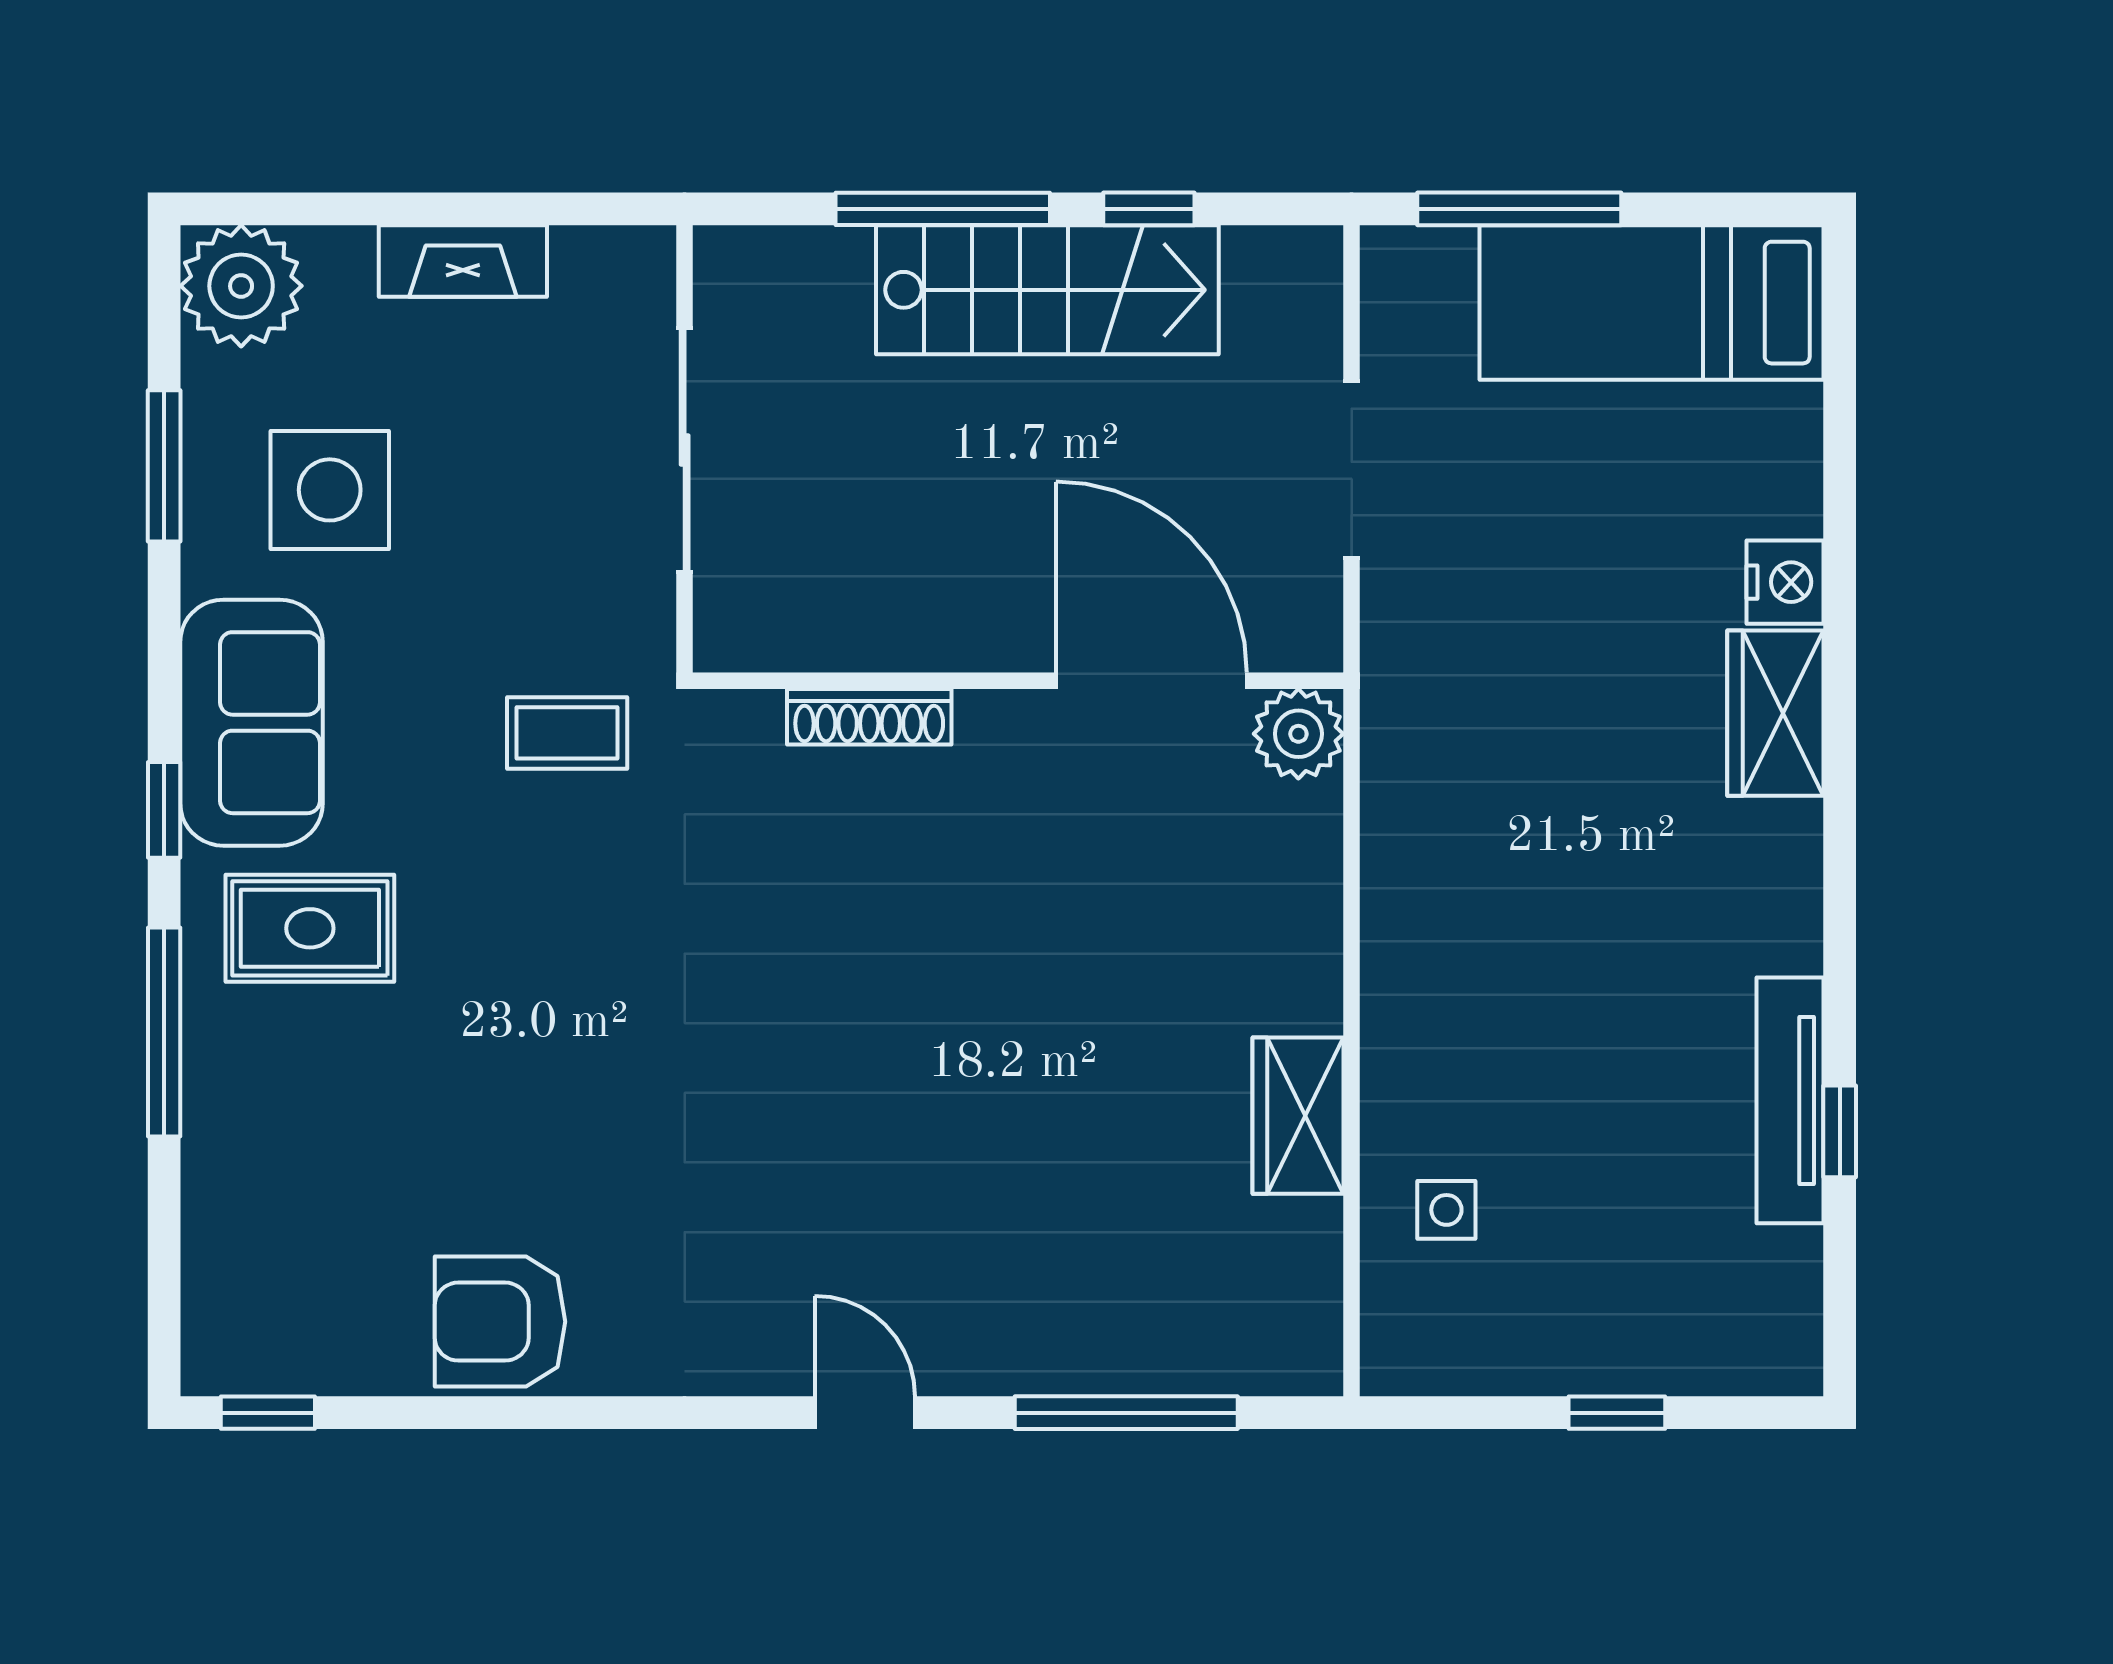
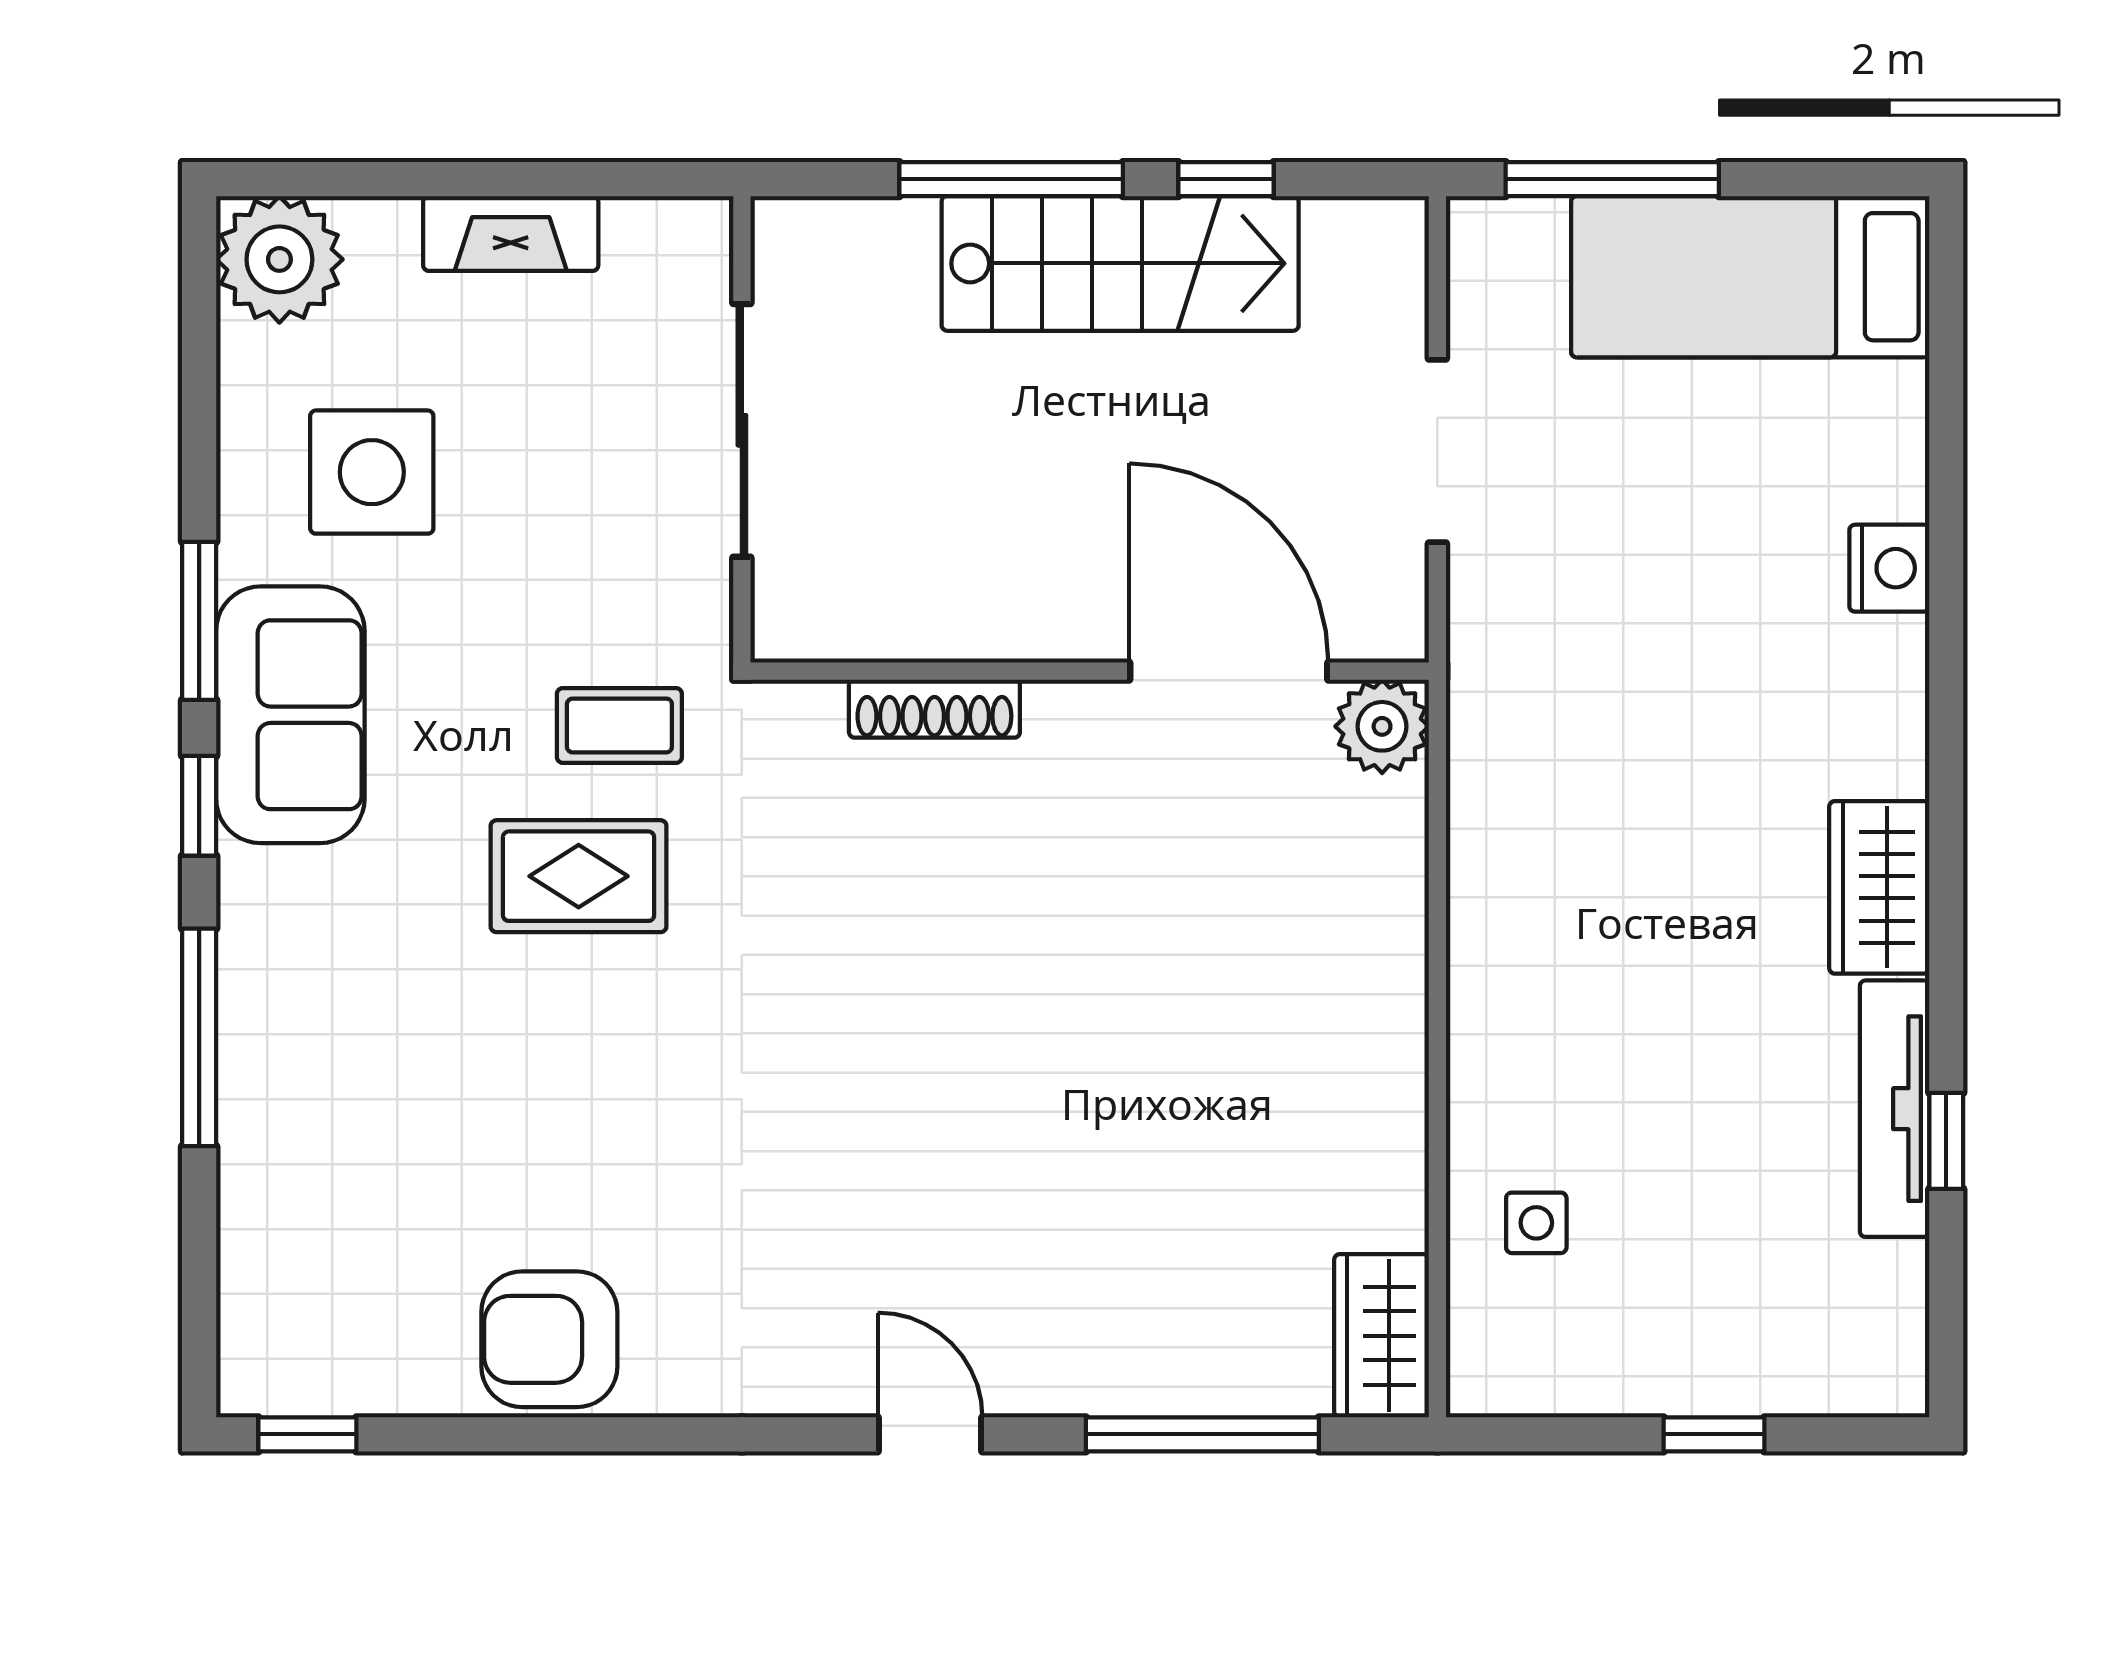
window: (164, 466) -> (199, 621), moved
wardrobe: (1775, 713) -> (1879, 887), moved
rug: (310, 928) -> (579, 876), moved
wardrobe: (1298, 1116) -> (1382, 1336), moved

